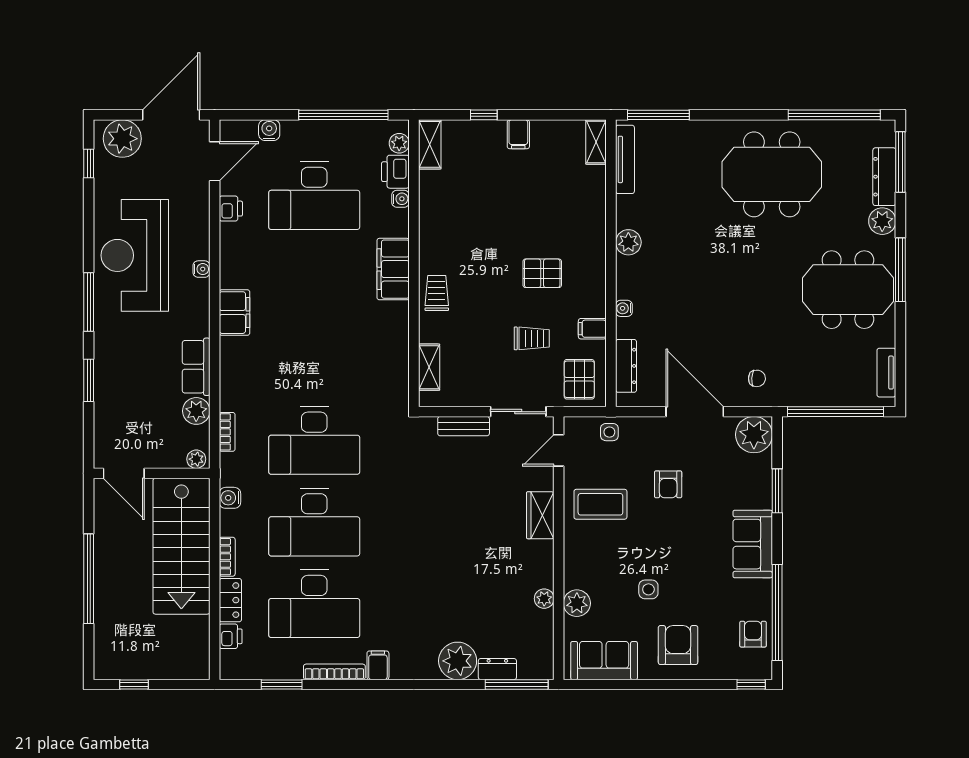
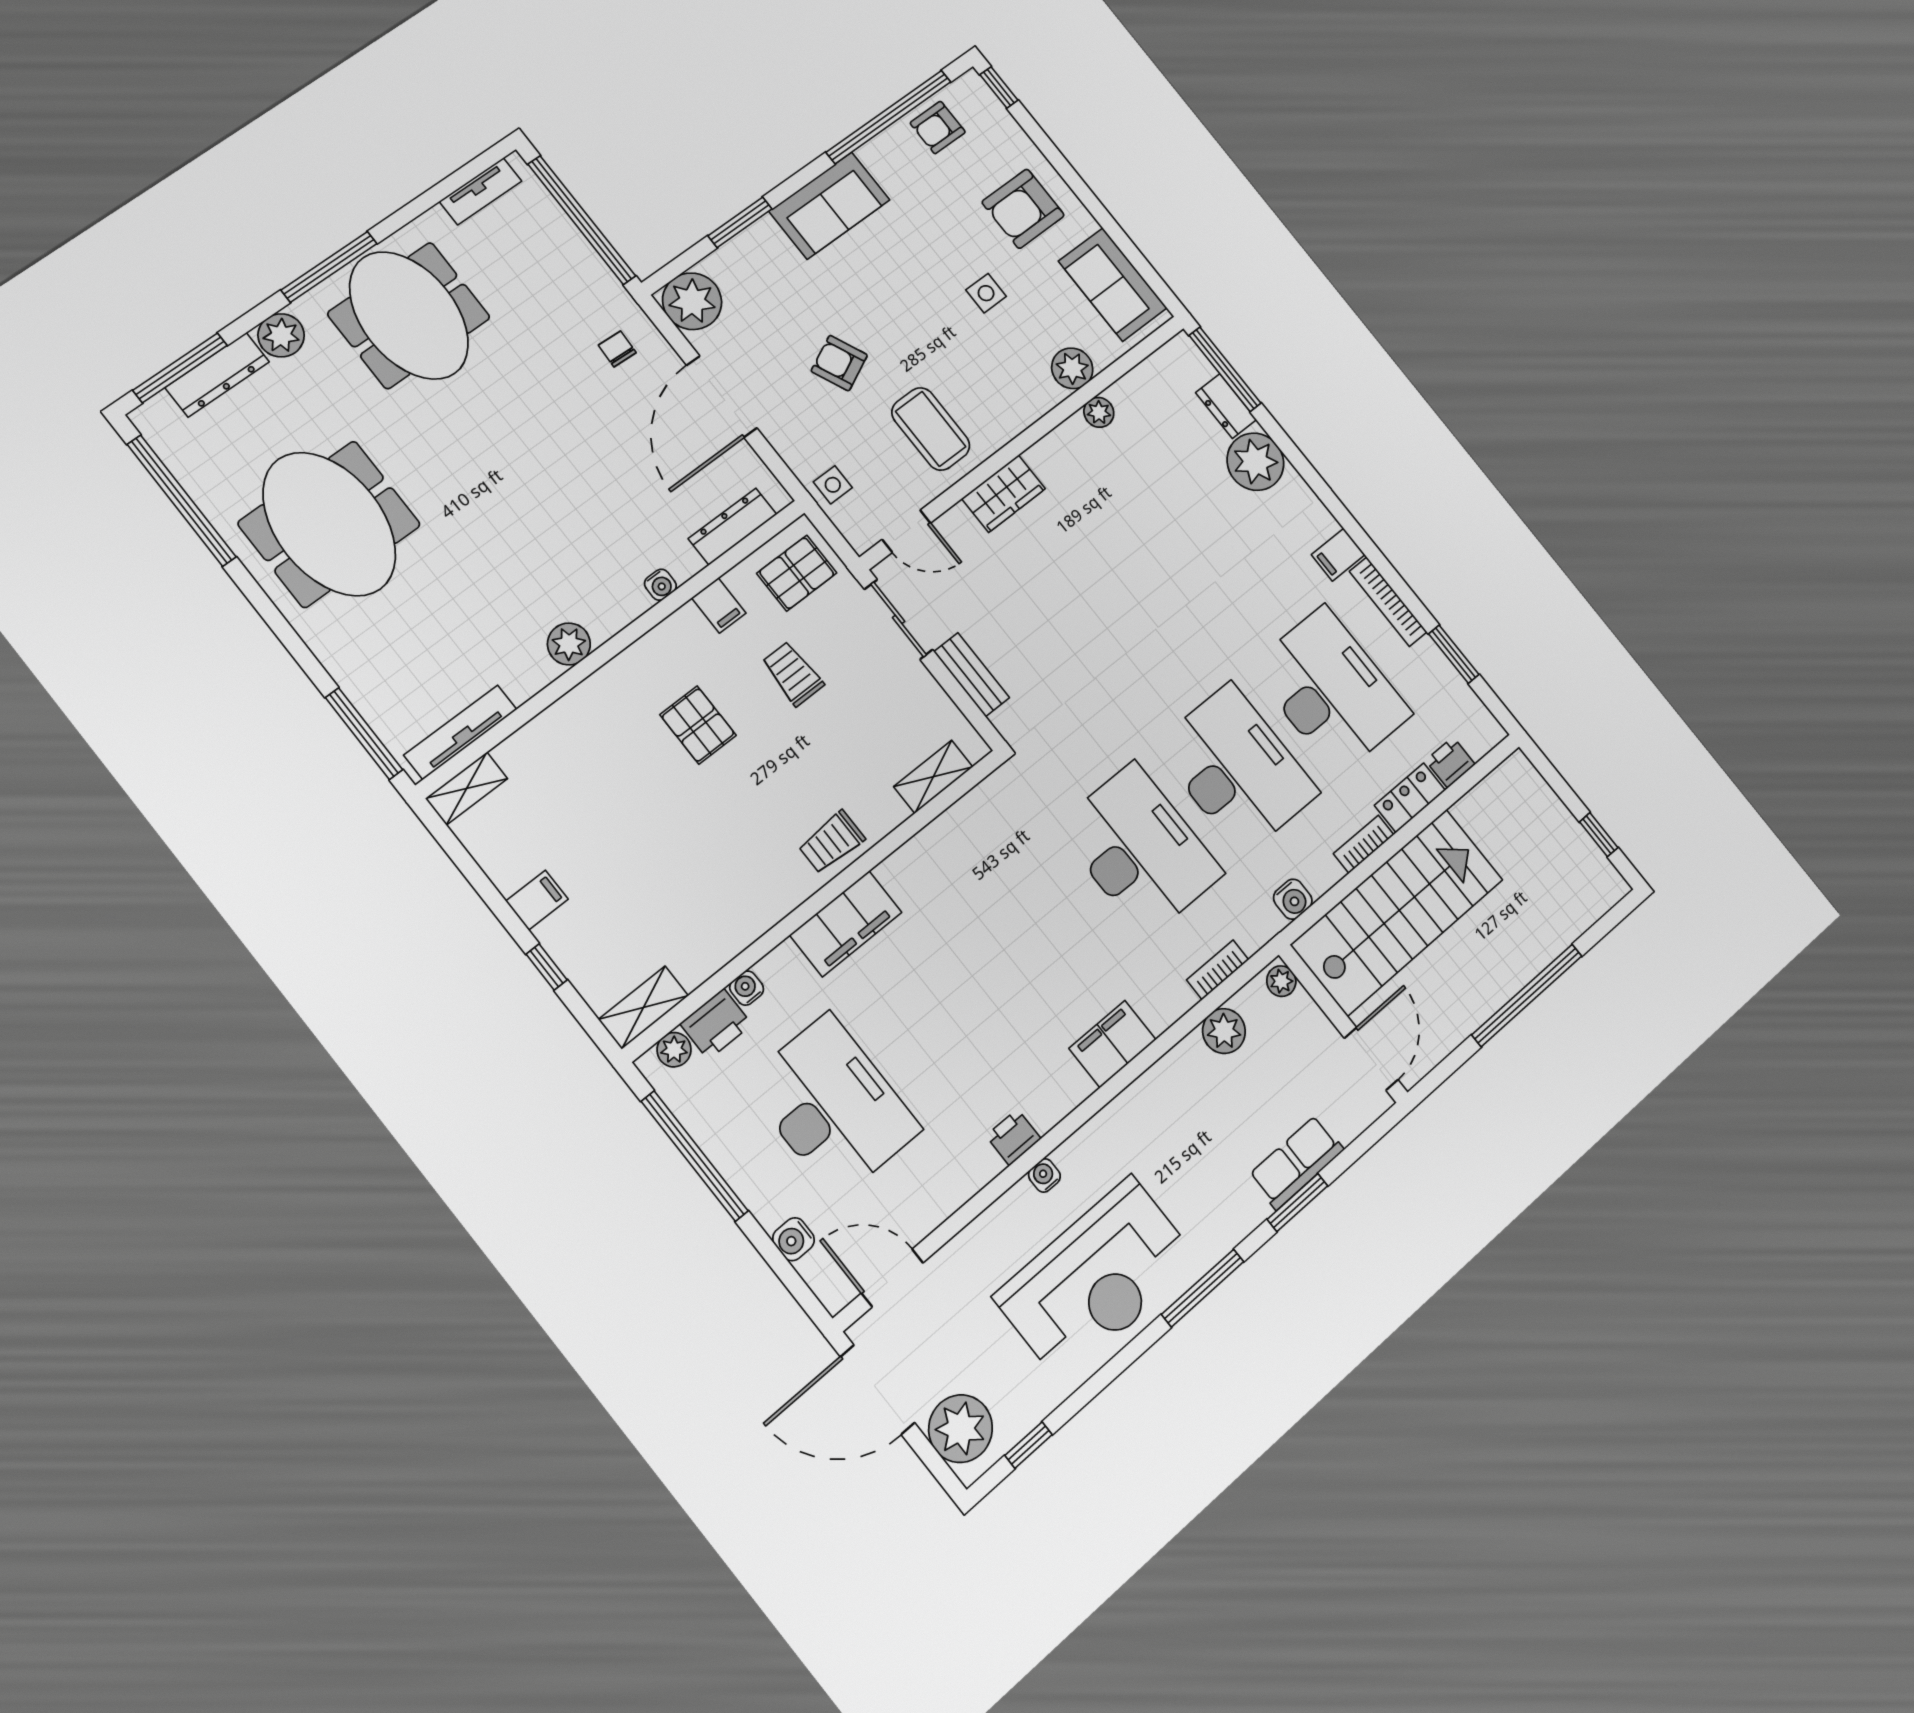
printer: (231, 209) -> (1013, 1137), moved
filing cabinet: (235, 313) -> (1113, 1044), moved
row of seats: (196, 367) -> (1296, 1162), moved, turned 180
armchair: (668, 484) -> (839, 363), turned -115

